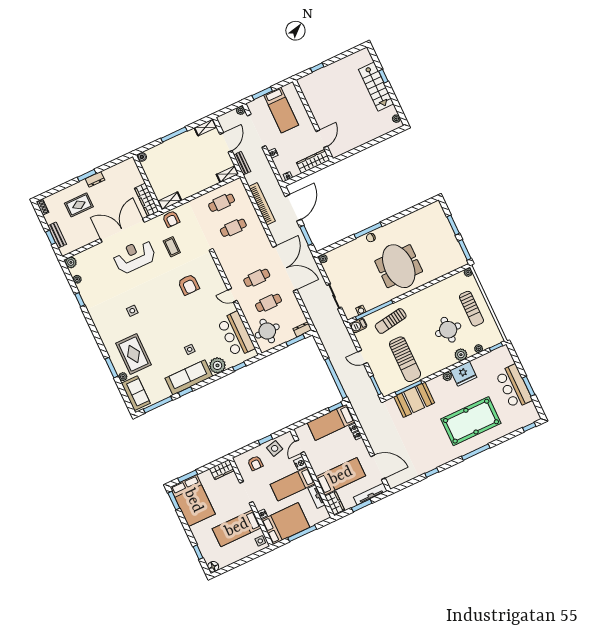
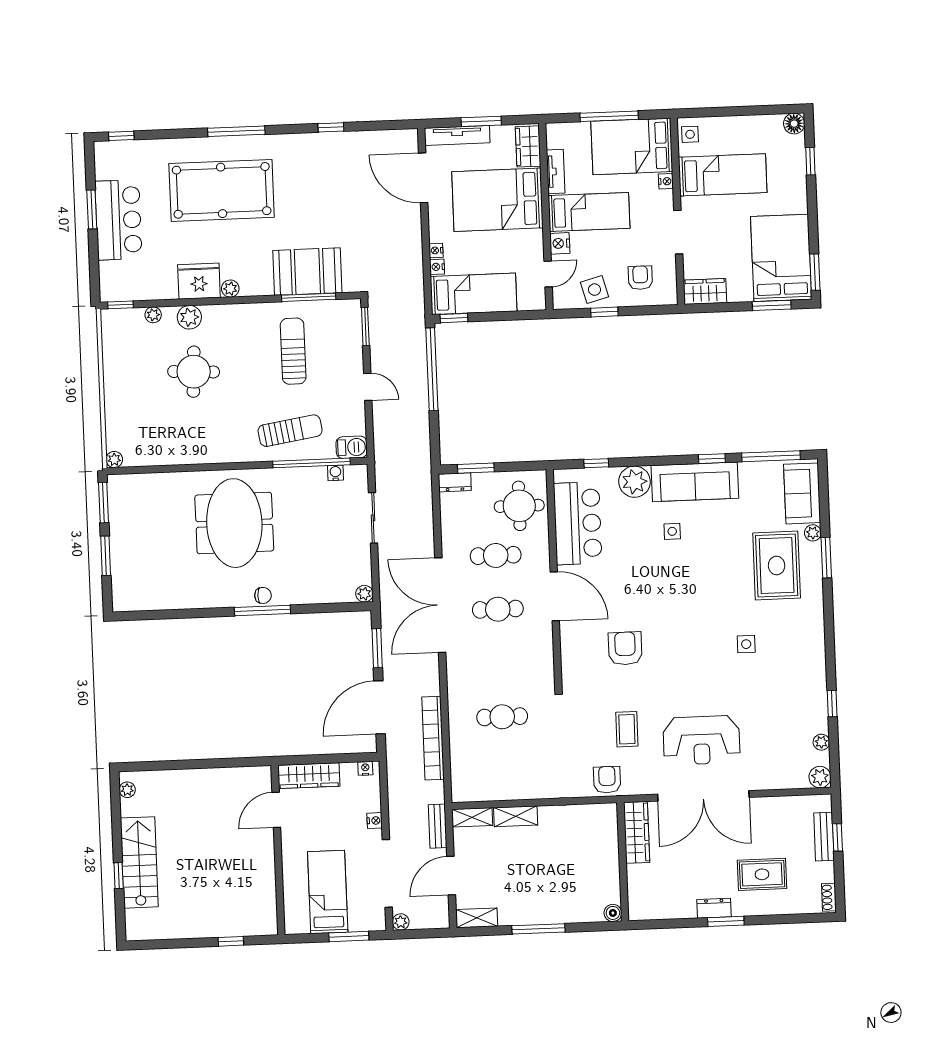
shelving: (170, 201) -> (516, 816), moved
cafe table: (222, 203) -> (504, 771), removed
door: (232, 295) -> (555, 596), width x1.88
sun lounger: (471, 309) -> (136, 392), removed
sun lounger: (405, 359) -> (293, 351), width x0.73, depth x0.75
bed: (341, 476) -> (497, 200), width x1.50

